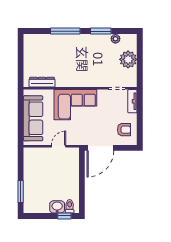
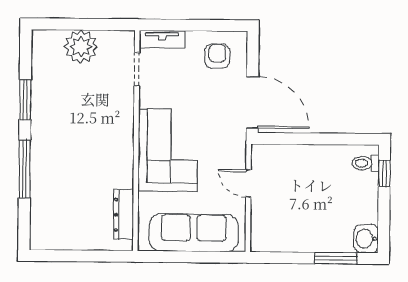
plant: (115, 39) -> (40, 71), removed
washbasin: (57, 207) -> (366, 239), moved

